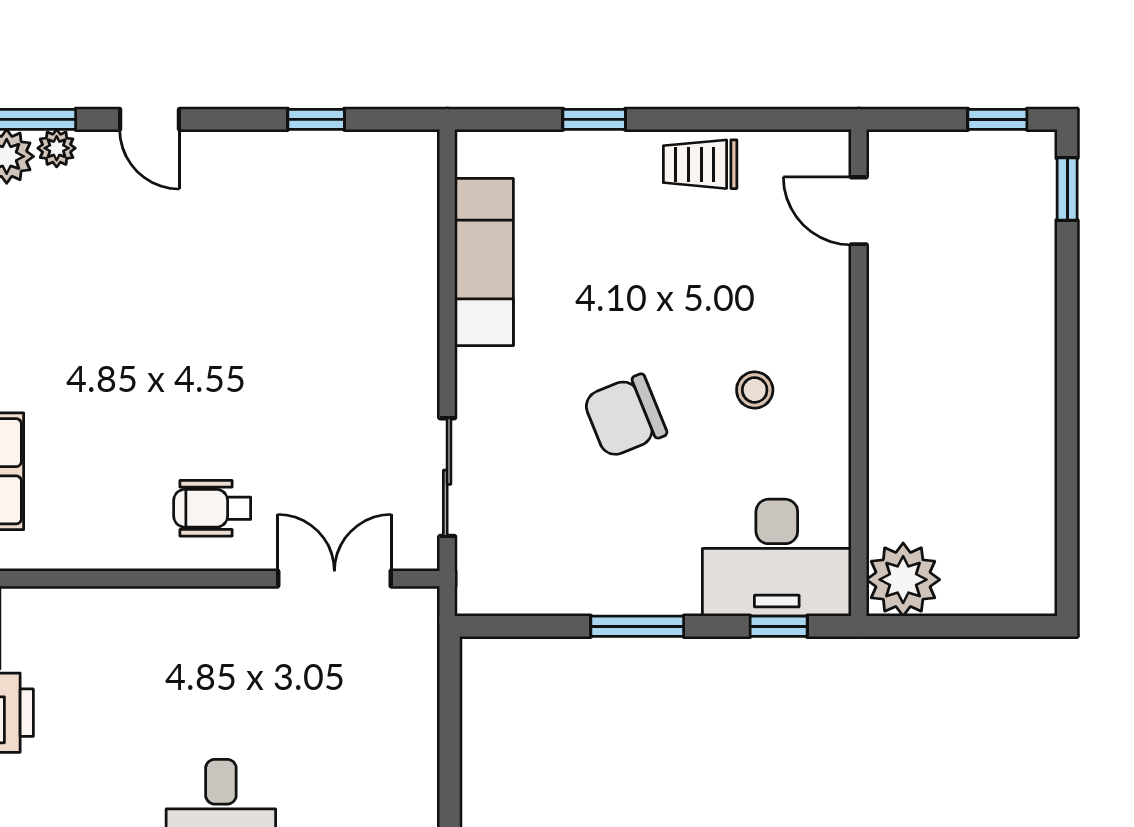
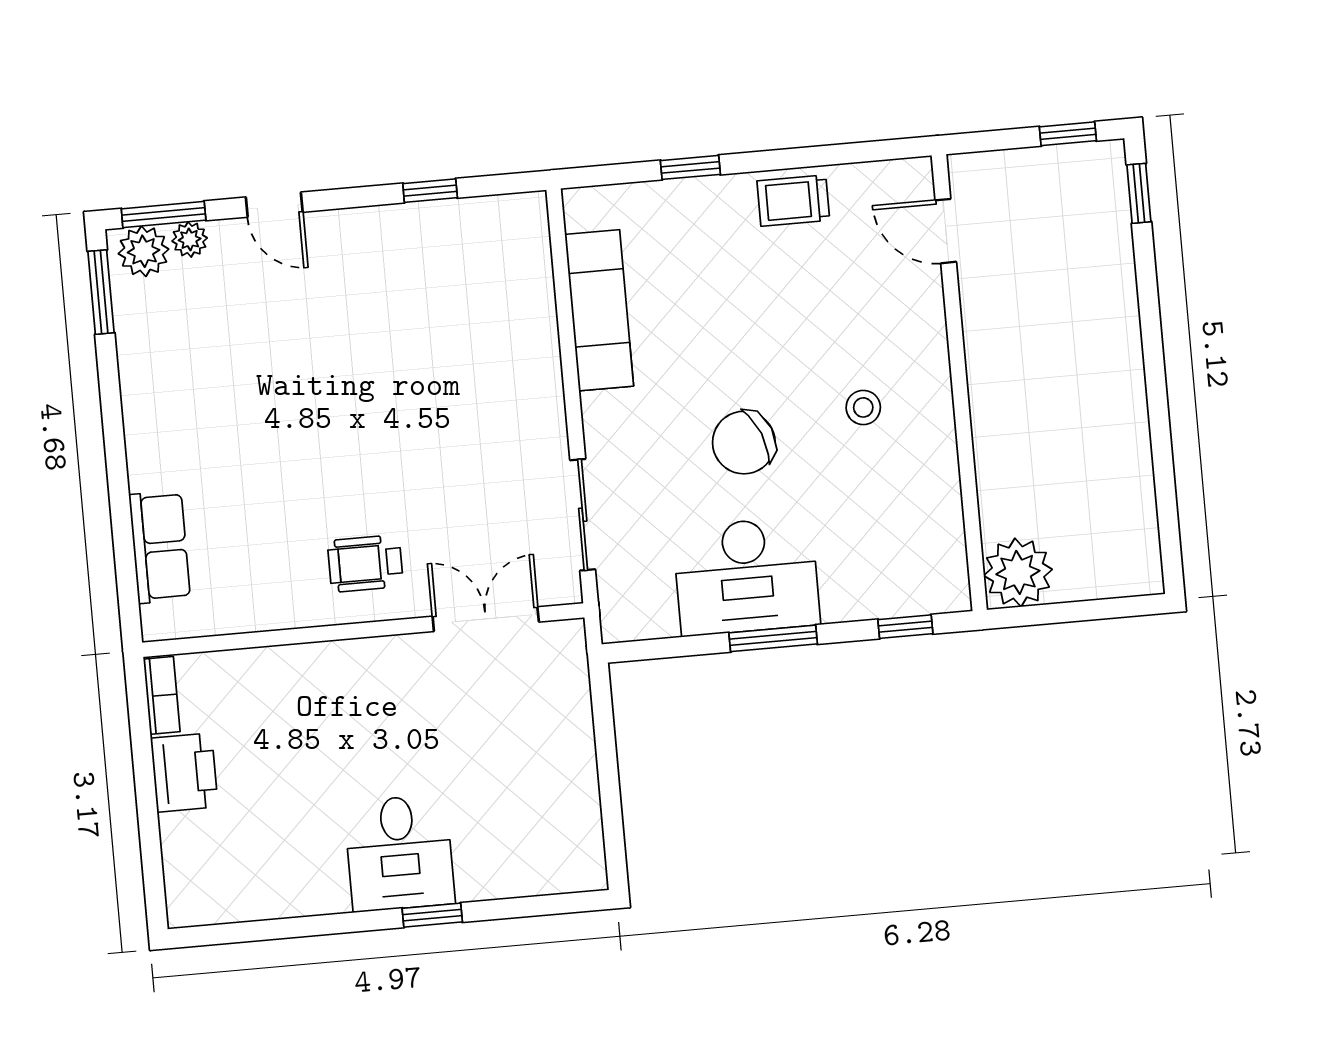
desk: (777, 558) -> (746, 576), moved

